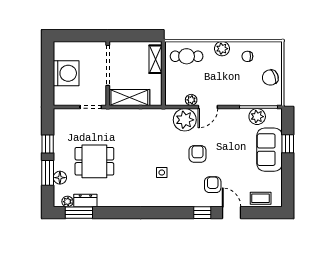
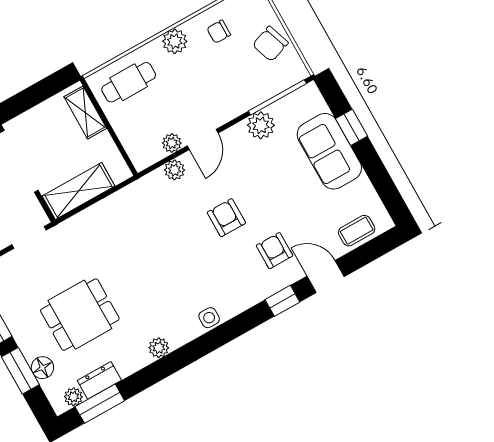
plant: (257, 117) -> (261, 125), moved
plant: (185, 120) -> (175, 170), width x0.53, depth x0.53
side table: (162, 173) -> (209, 318), moved
plant: (125, 201) -> (159, 348), added

